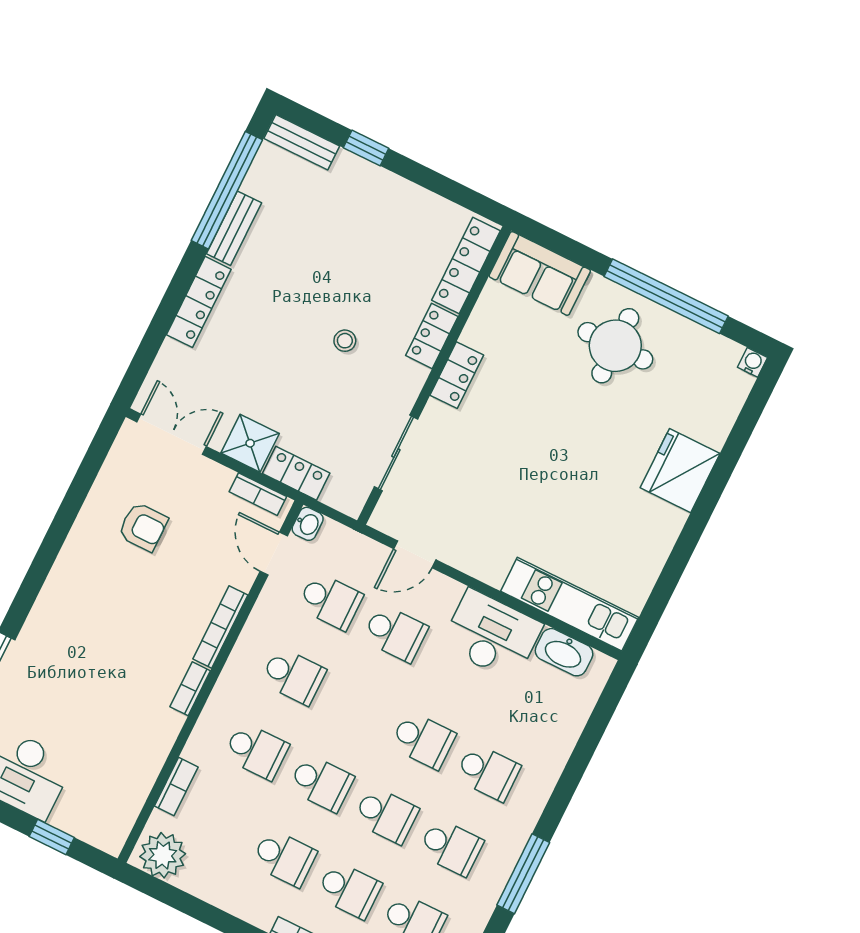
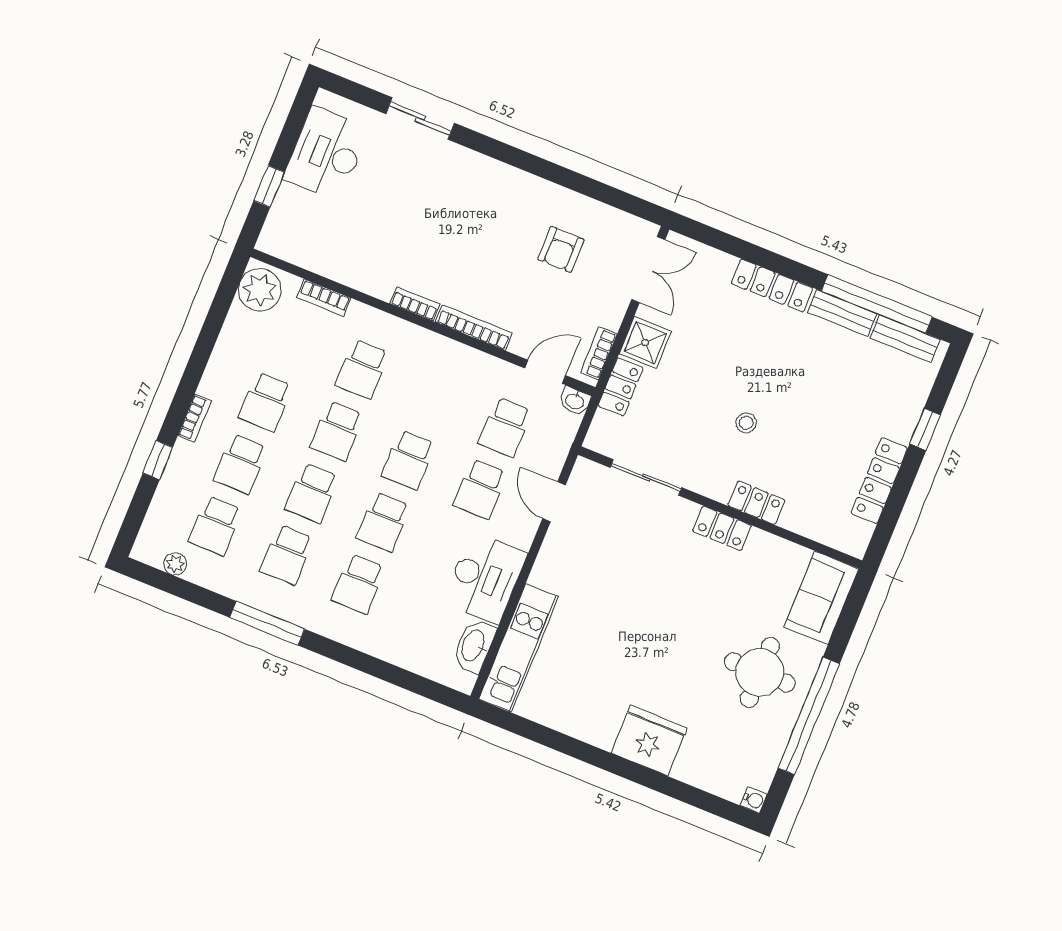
bench: (302, 142) -> (905, 339), moved, turned 90
locker: (466, 266) -> (879, 481), moved, turned -90
school desk: (293, 676) -> (409, 460), moved

